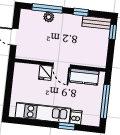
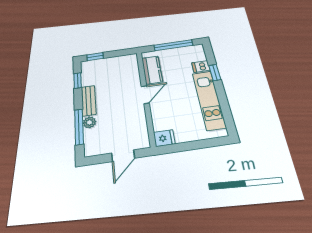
window: (81, 12) -> (78, 81), moved
bench: (96, 22) -> (89, 101), moved
fridge: (45, 73) -> (164, 138), moved

